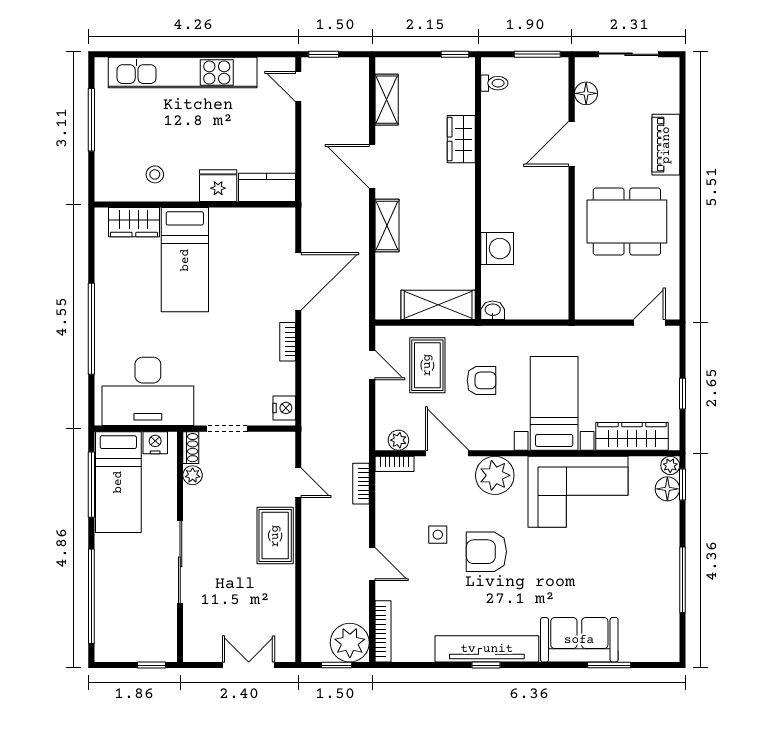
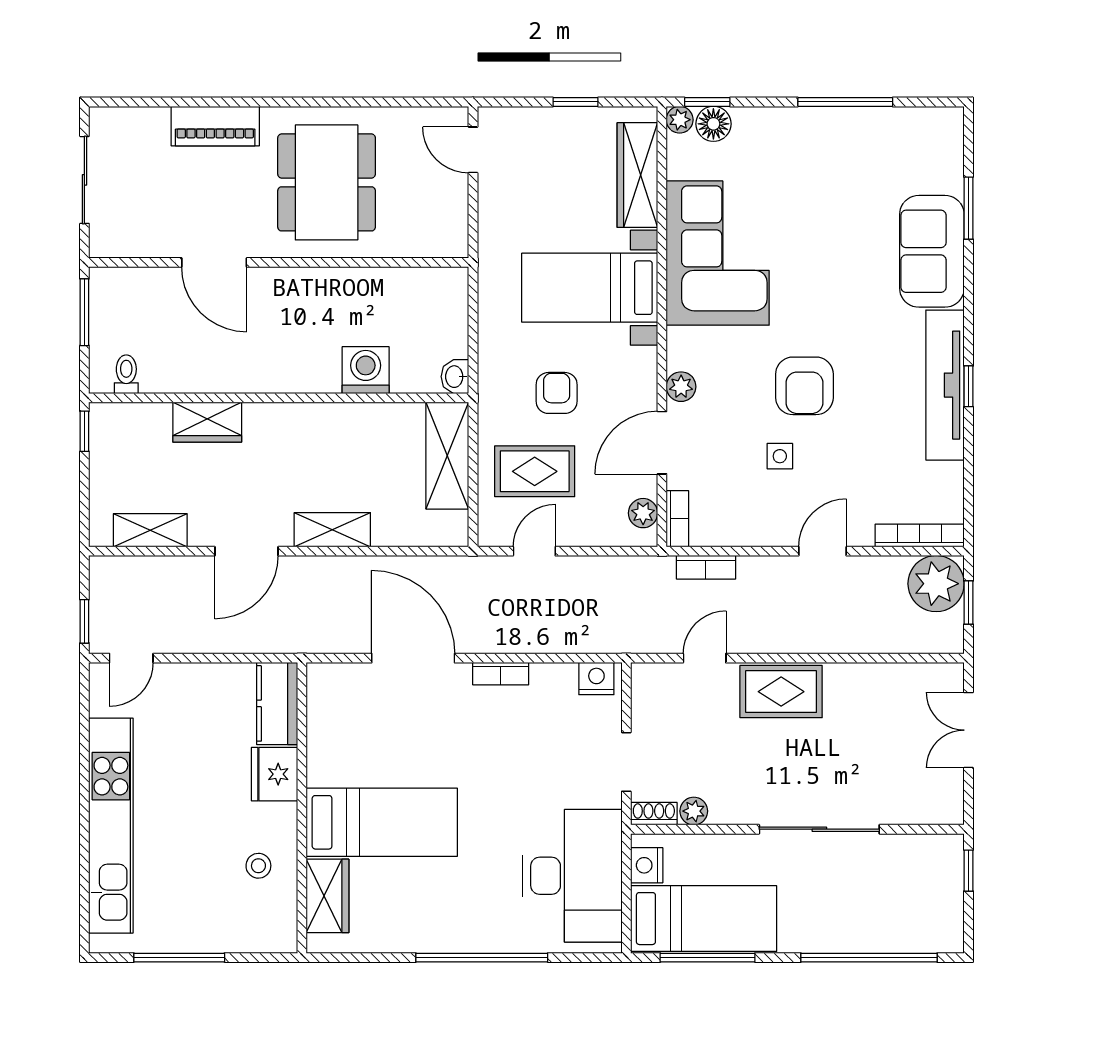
floor lamp: (586, 93) -> (141, 242), removed
plant: (495, 475) -> (681, 387), width x0.53, depth x0.53

